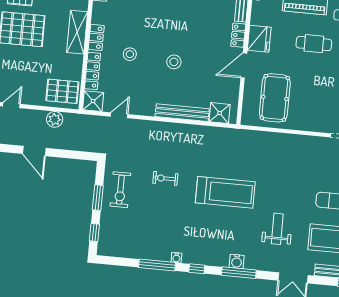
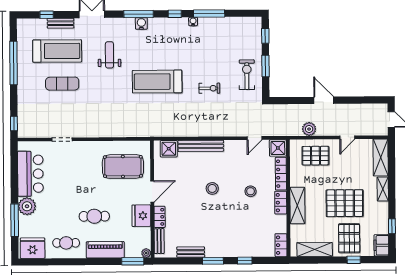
pallet: (62, 91) -> (315, 156), moved
pool table: (275, 98) -> (123, 166), turned 90
weight bench: (277, 229) -> (109, 55), turned 180

